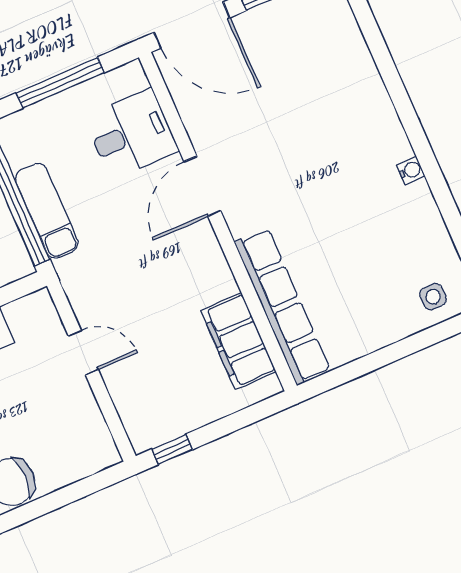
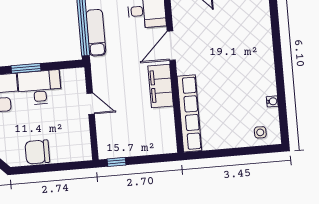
water cooler: (411, 170) -> (272, 101), moved
filing cabinet: (238, 341) -> (161, 86), moved

